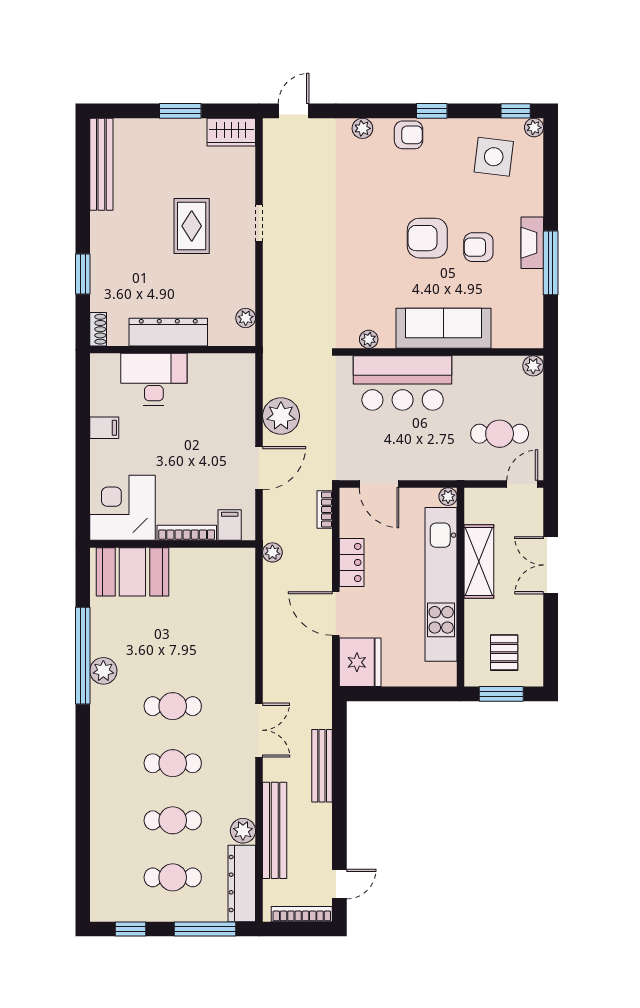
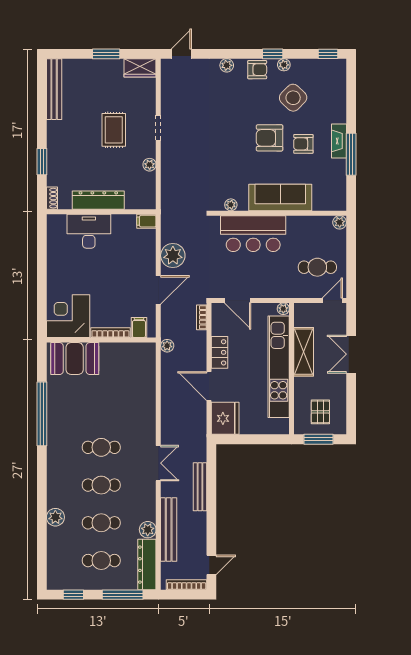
plant: (534, 128) -> (284, 65), moved
side table: (494, 157) -> (293, 98), moved, turned 37
plant: (246, 318) -> (150, 165), moved
filing cabinet: (104, 428) -> (146, 221), moved, turned 180
plant: (103, 671) -> (55, 517), moved

